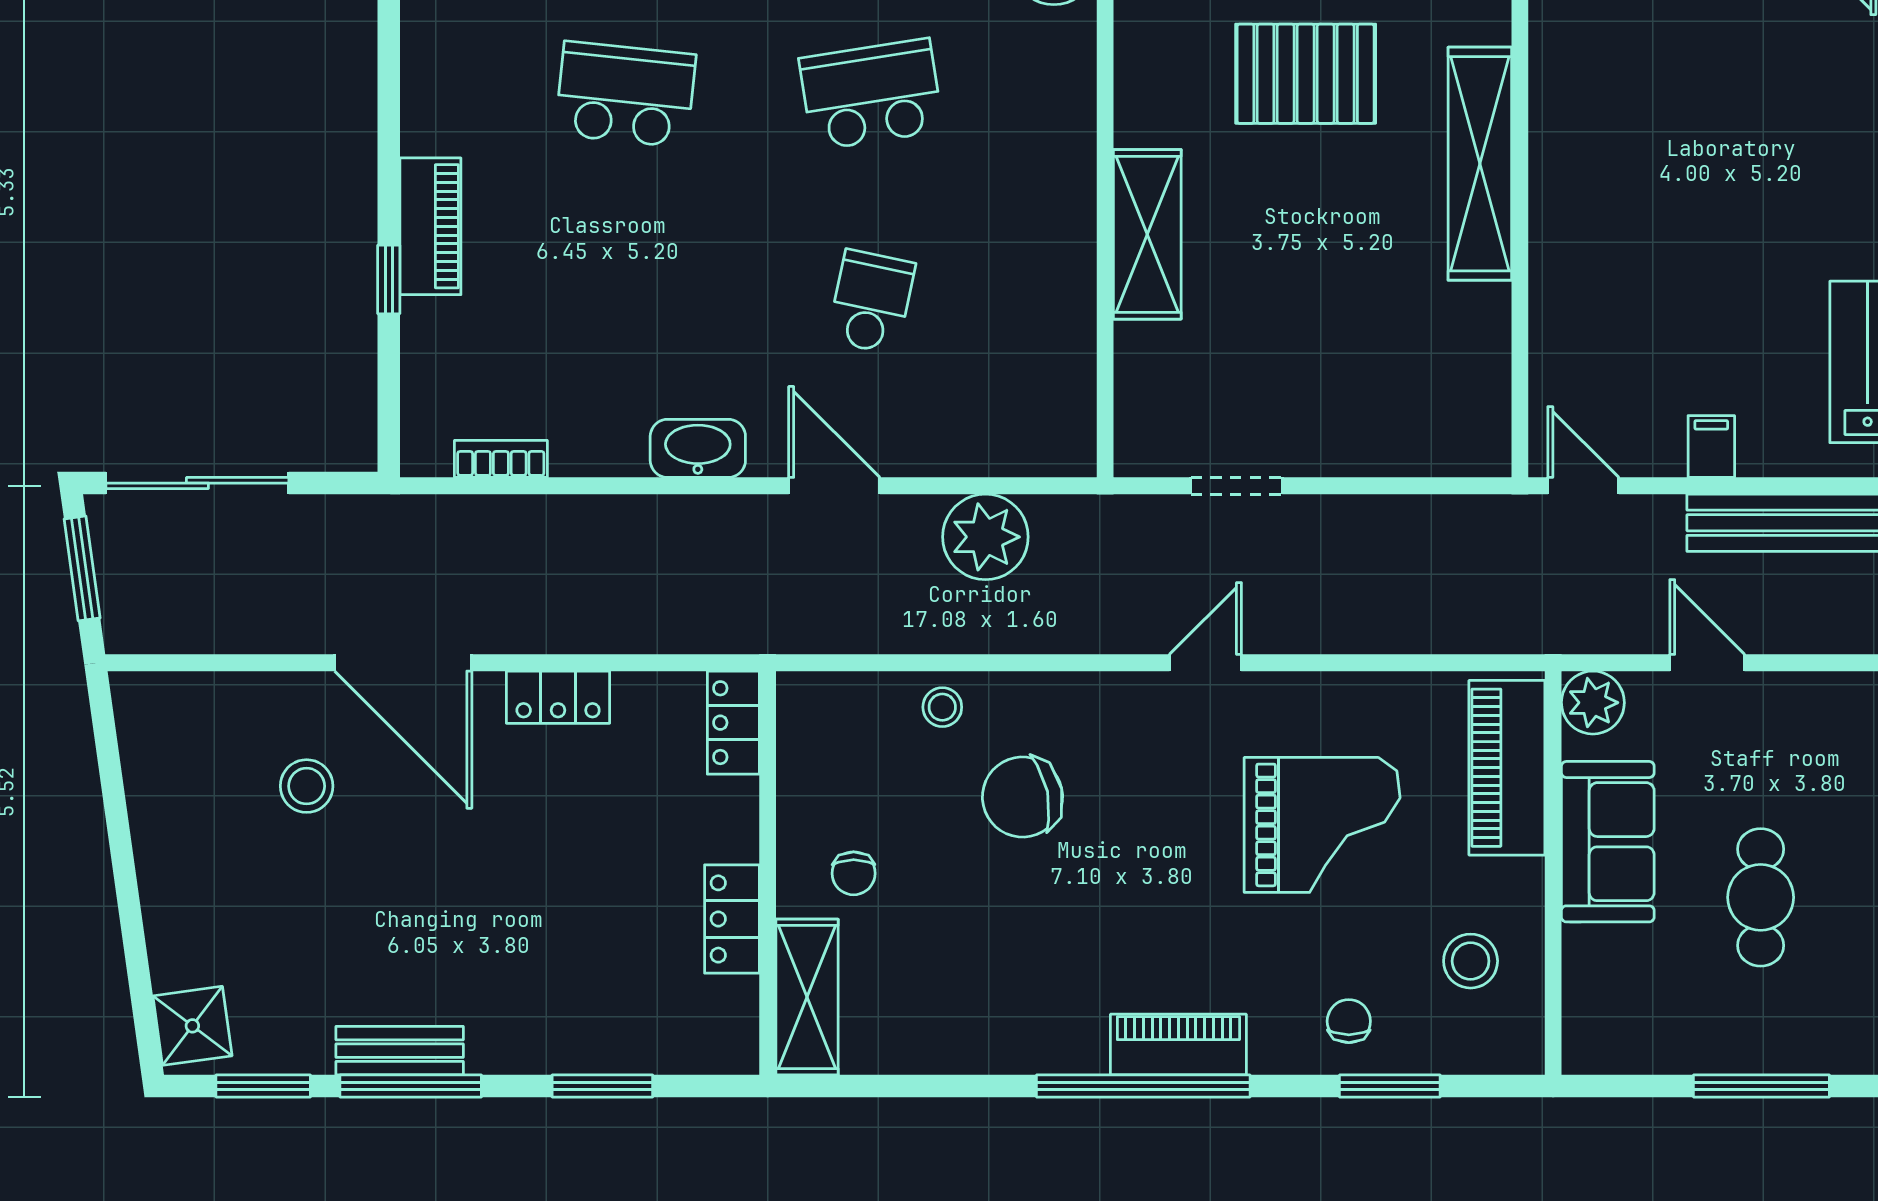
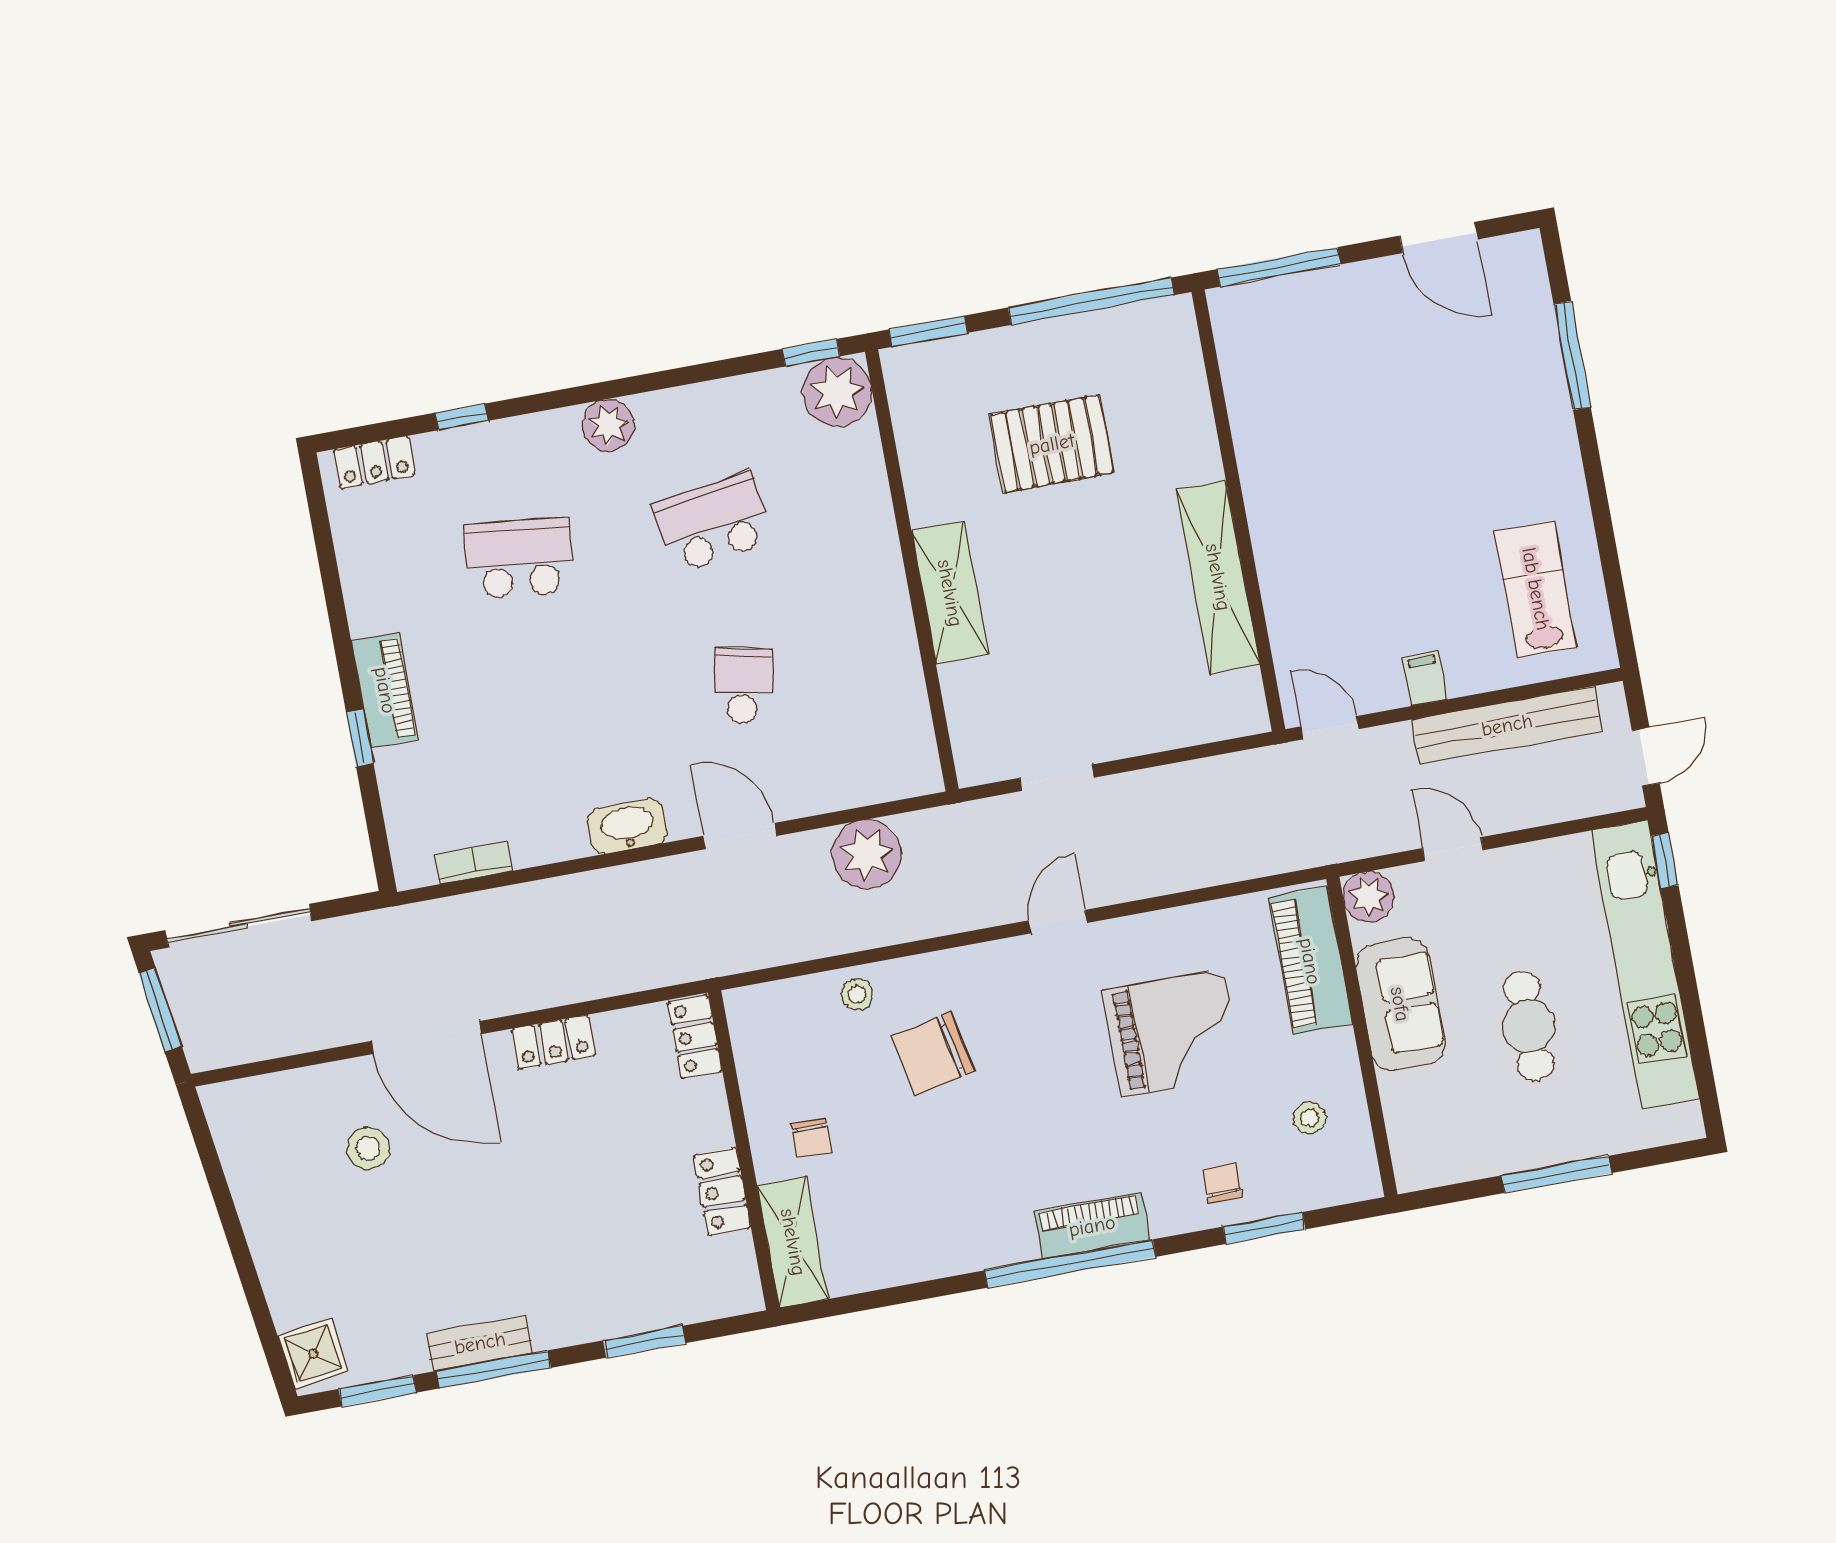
shelving: (1480, 164) -> (1218, 577), moved
stool: (1471, 961) -> (1310, 1118), width x0.73, depth x0.73

